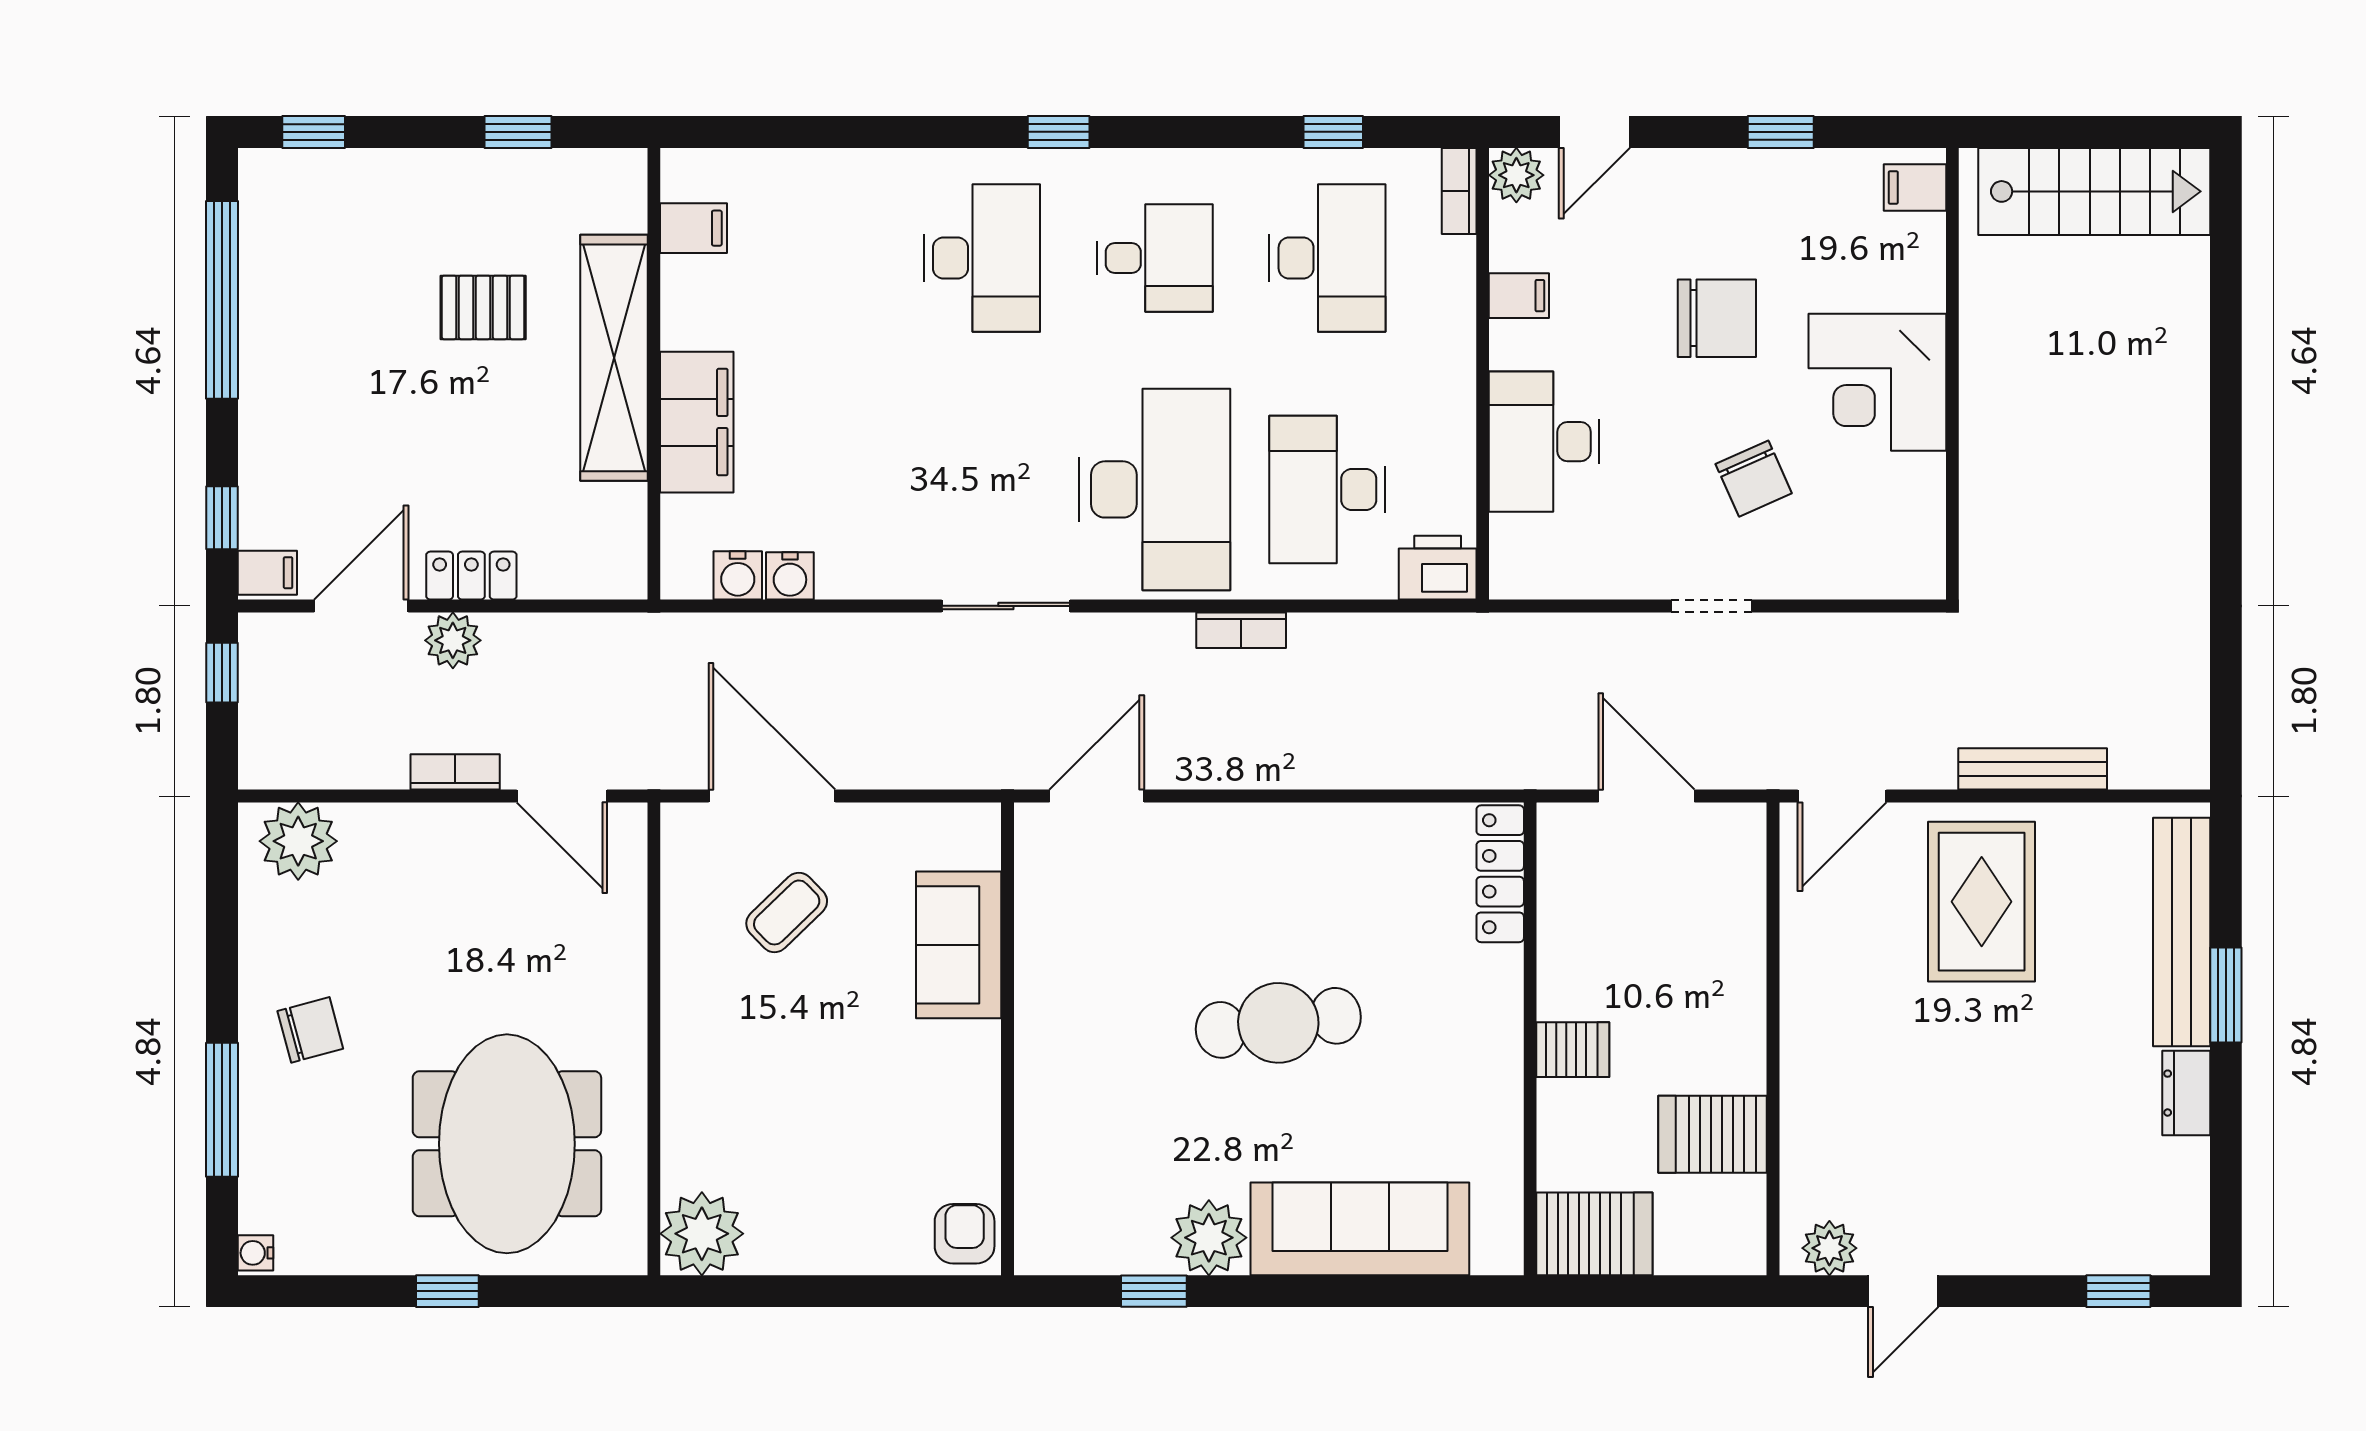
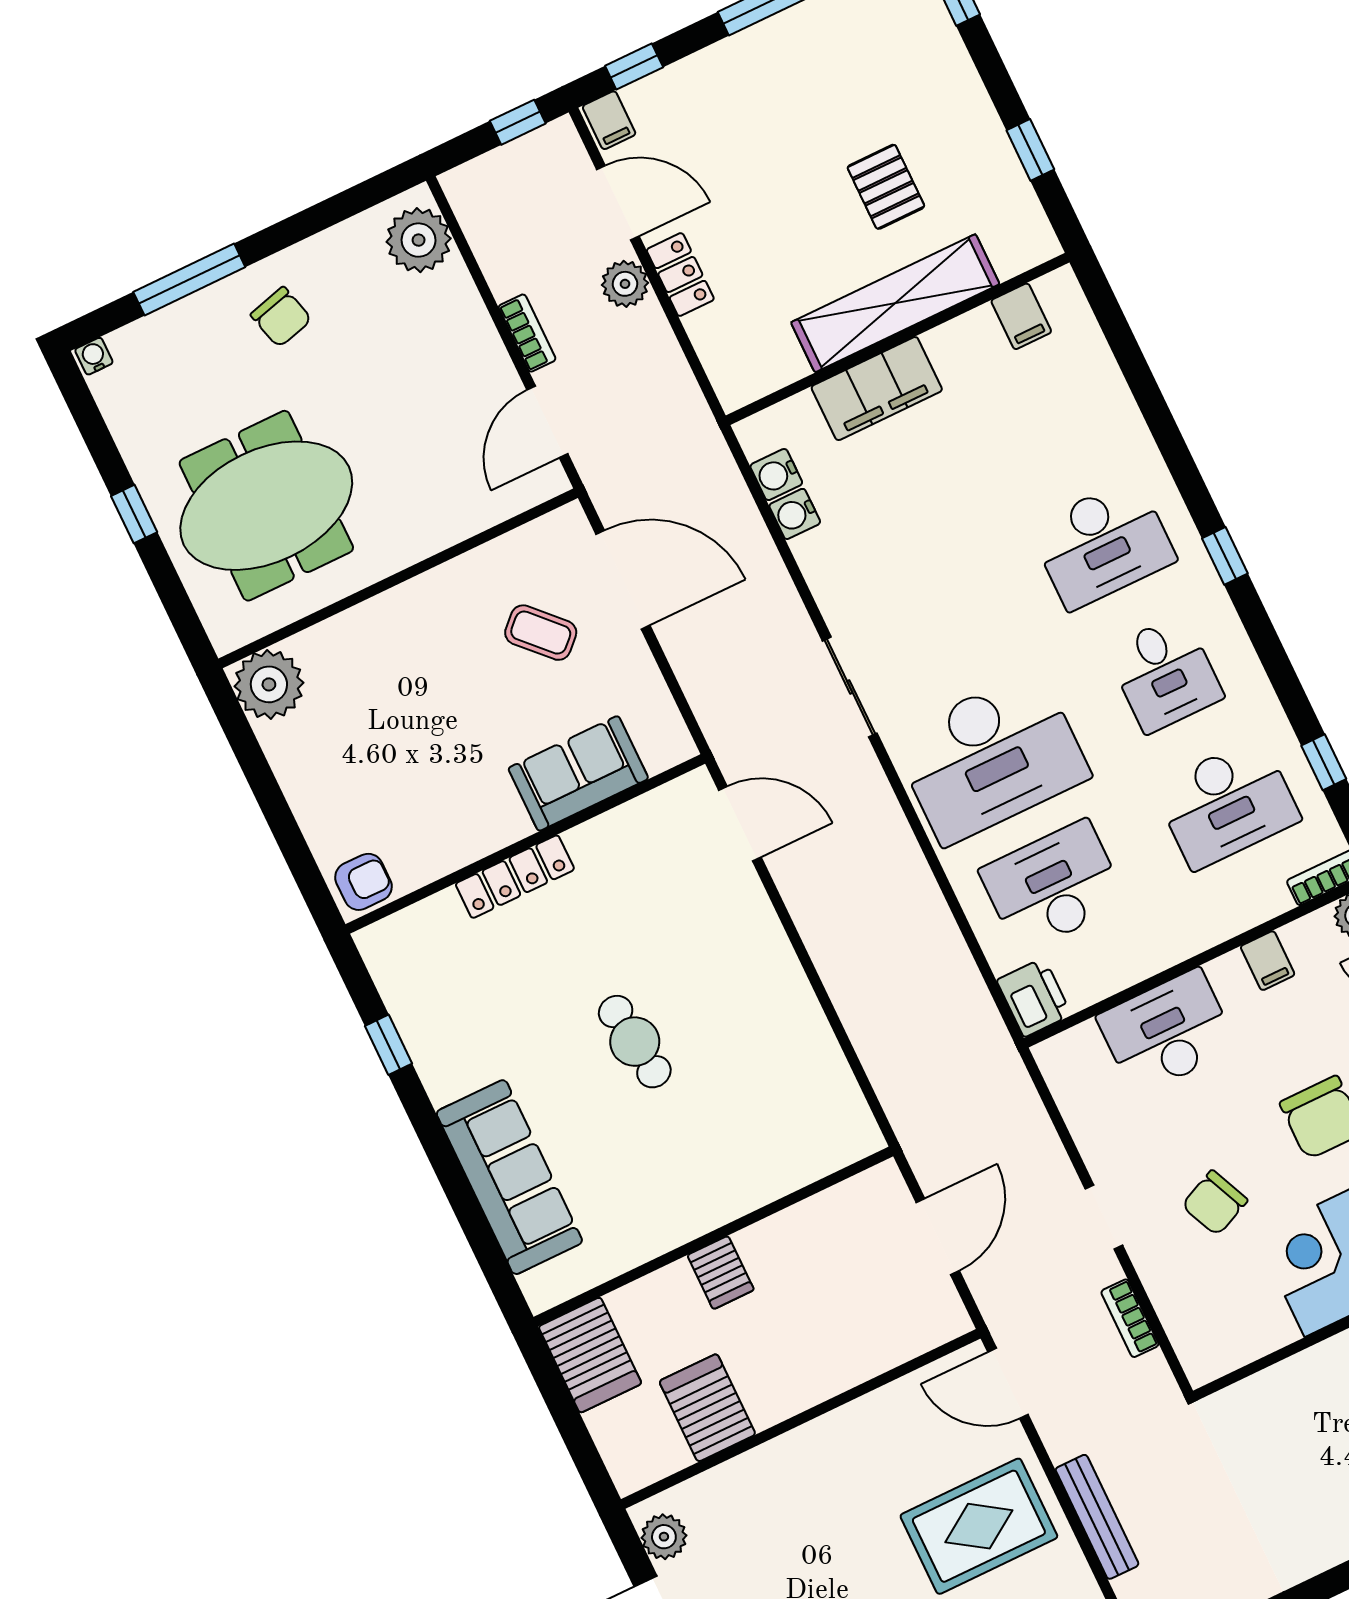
bookcase: (1241, 630) -> (1130, 1318), moved
door: (772, 796) -> (623, 580), hinge flipped
locker: (1500, 874) -> (515, 877), moved, turned 180
cafe table: (1278, 1023) -> (635, 1042), width x0.73, depth x0.74
plant: (1209, 1238) -> (448, 1067), removed

